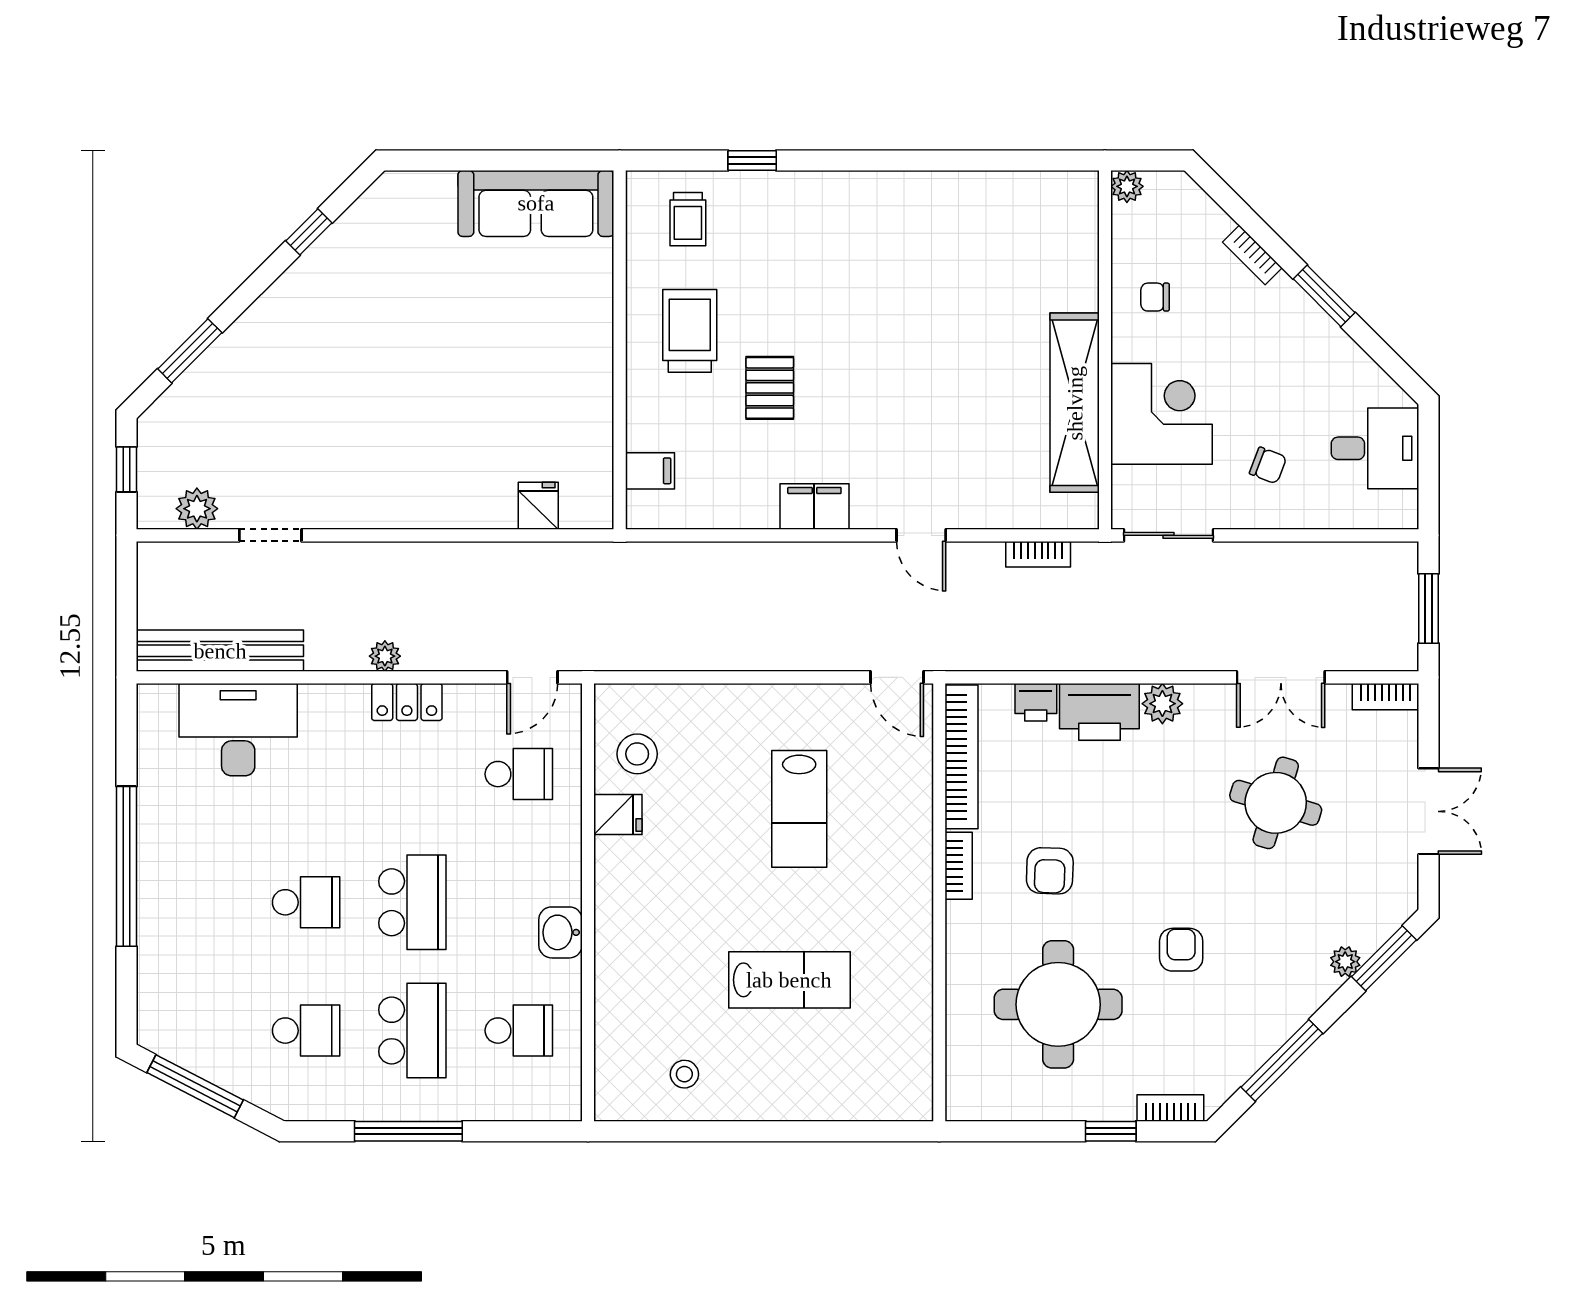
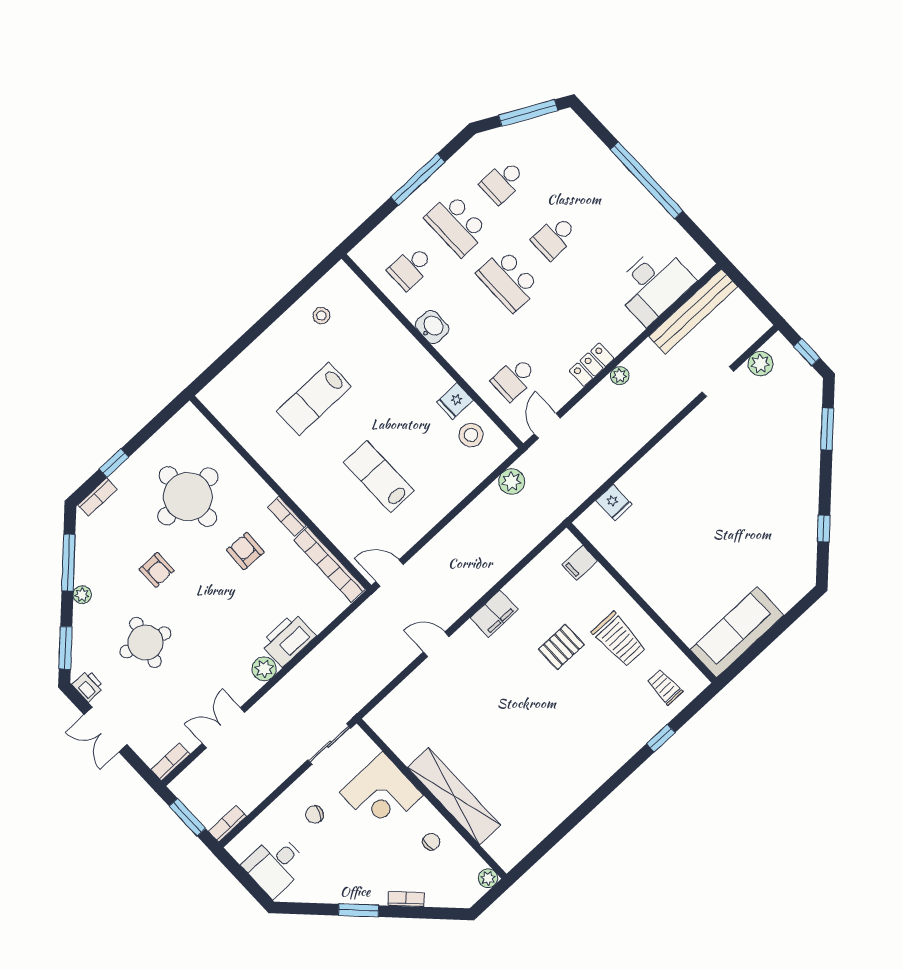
pallet: (770, 388) -> (561, 647), turned 90
shelving: (1075, 403) -> (454, 796), moved
bookcase: (1038, 554) -> (227, 824), moved
plant: (640, 650) -> (512, 481), added
printer: (1036, 702) -> (88, 686), moved, turned 90
round table: (1276, 803) -> (145, 642), moved
plant: (1345, 962) -> (82, 595), moved

